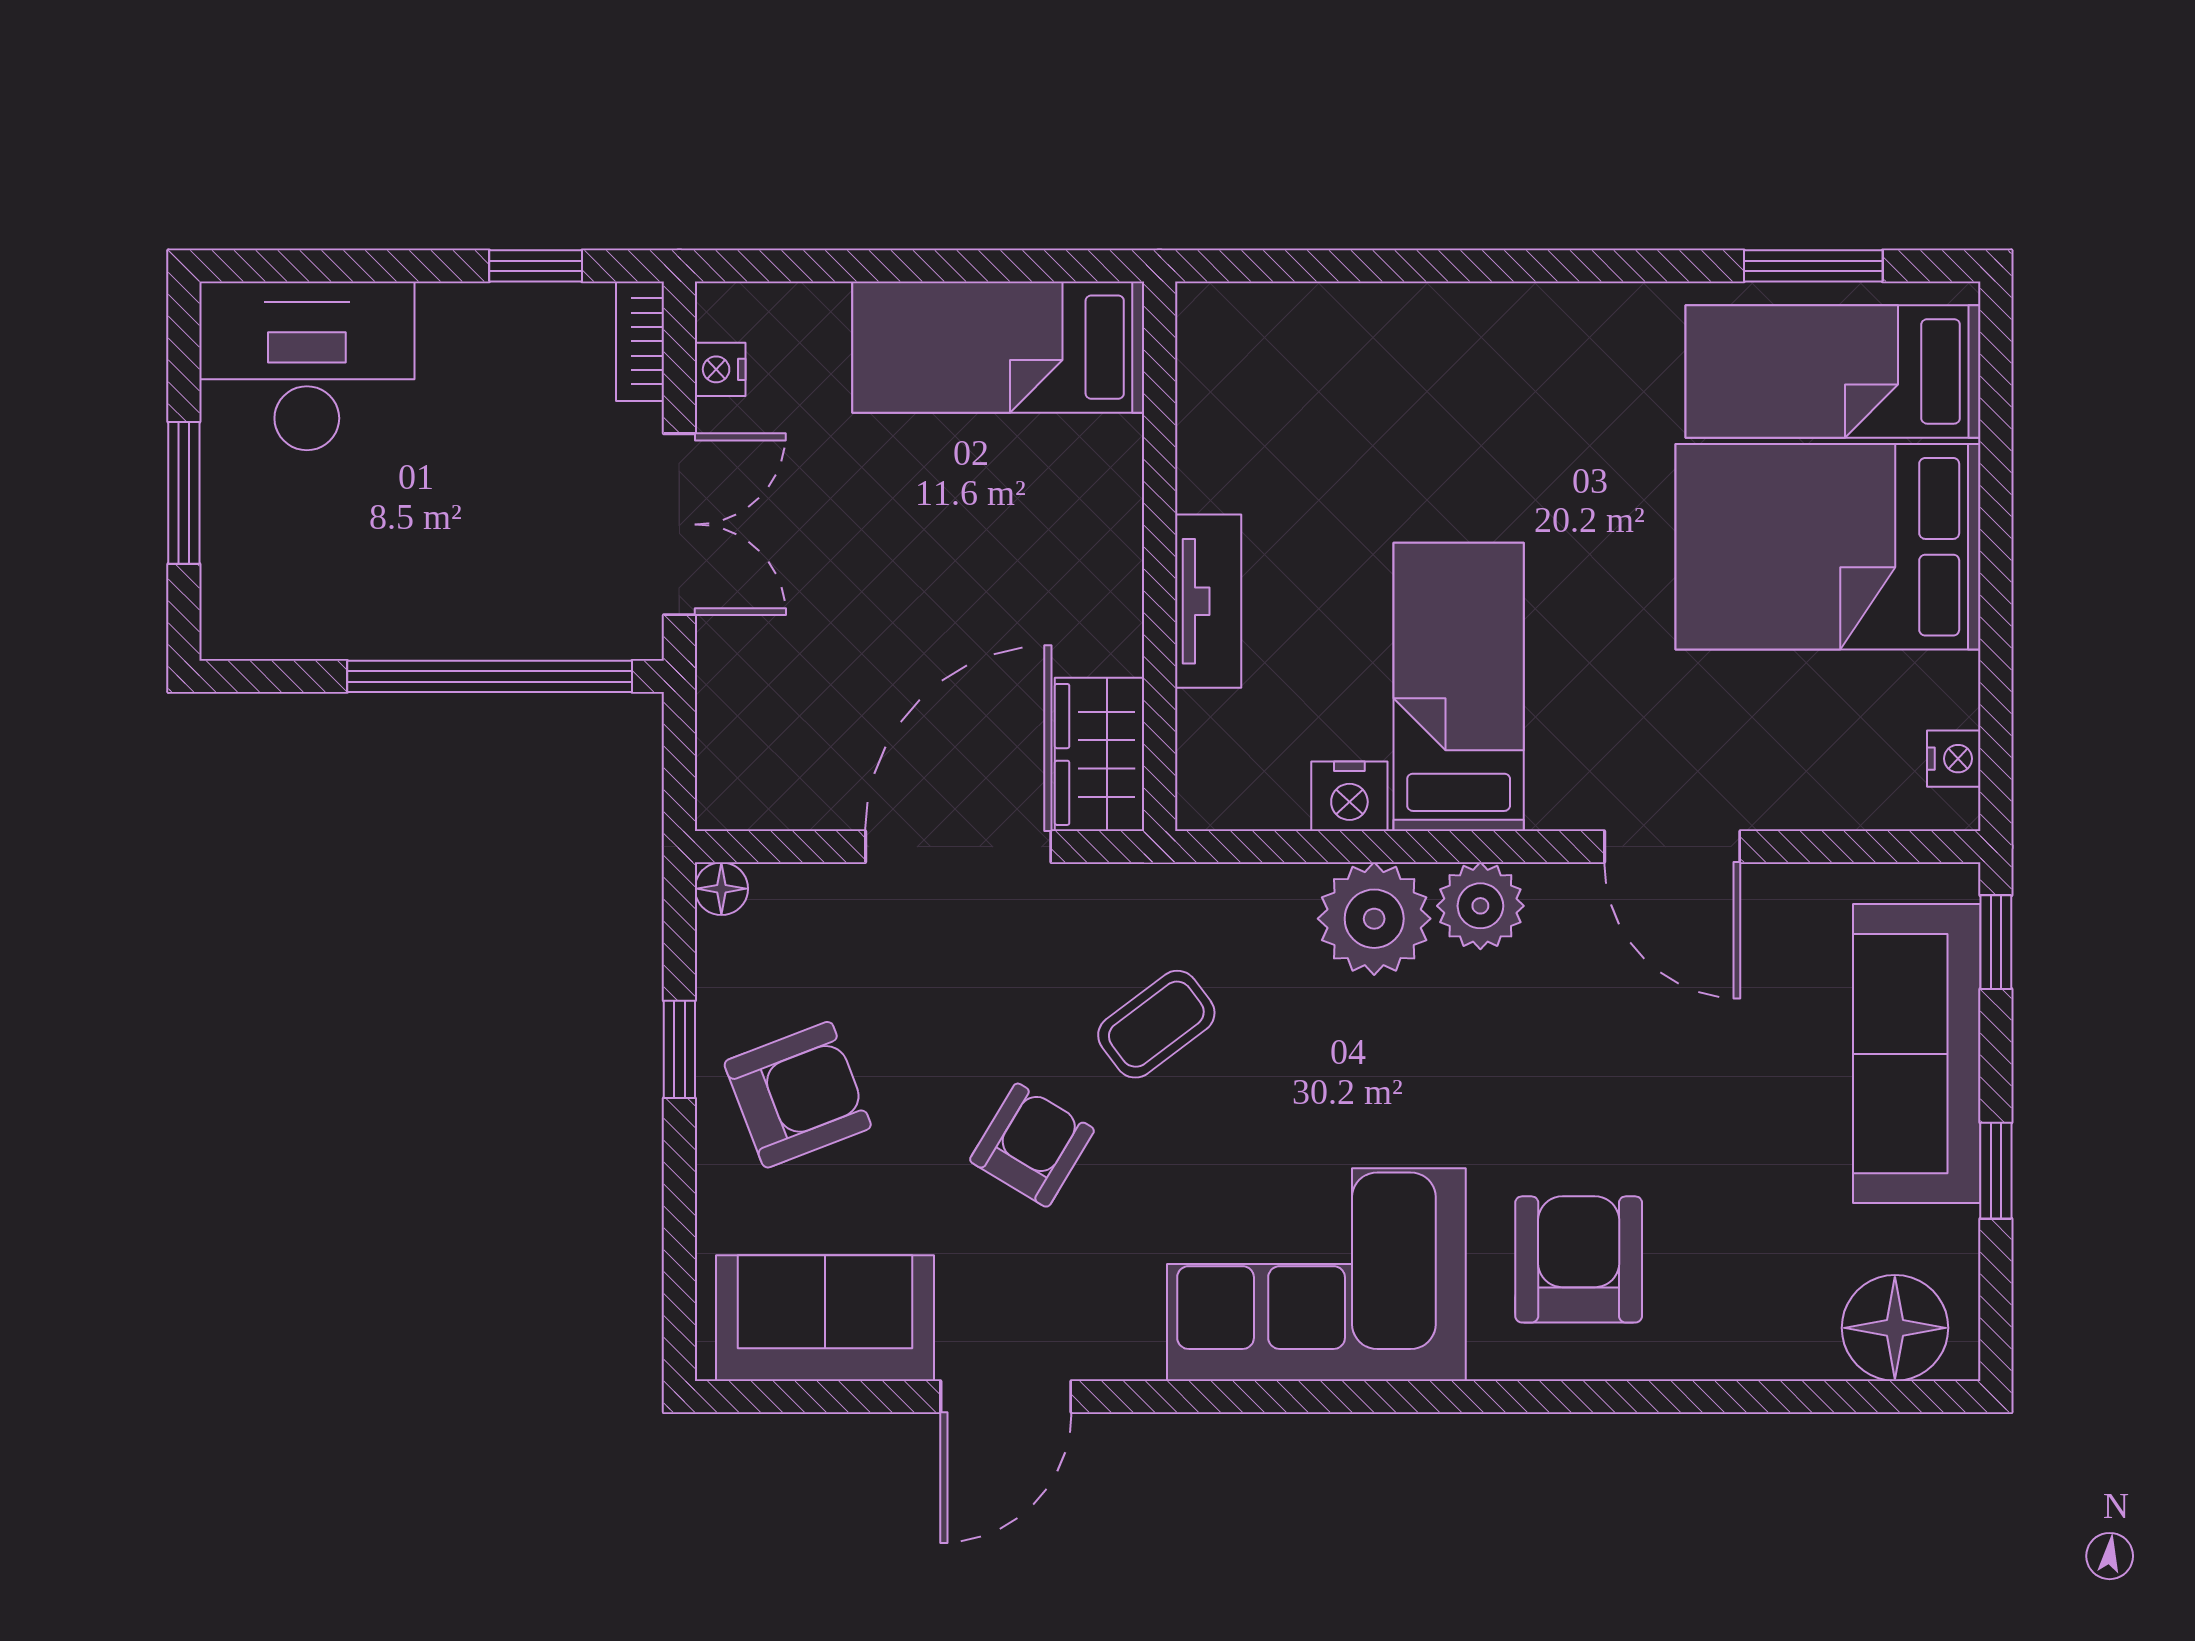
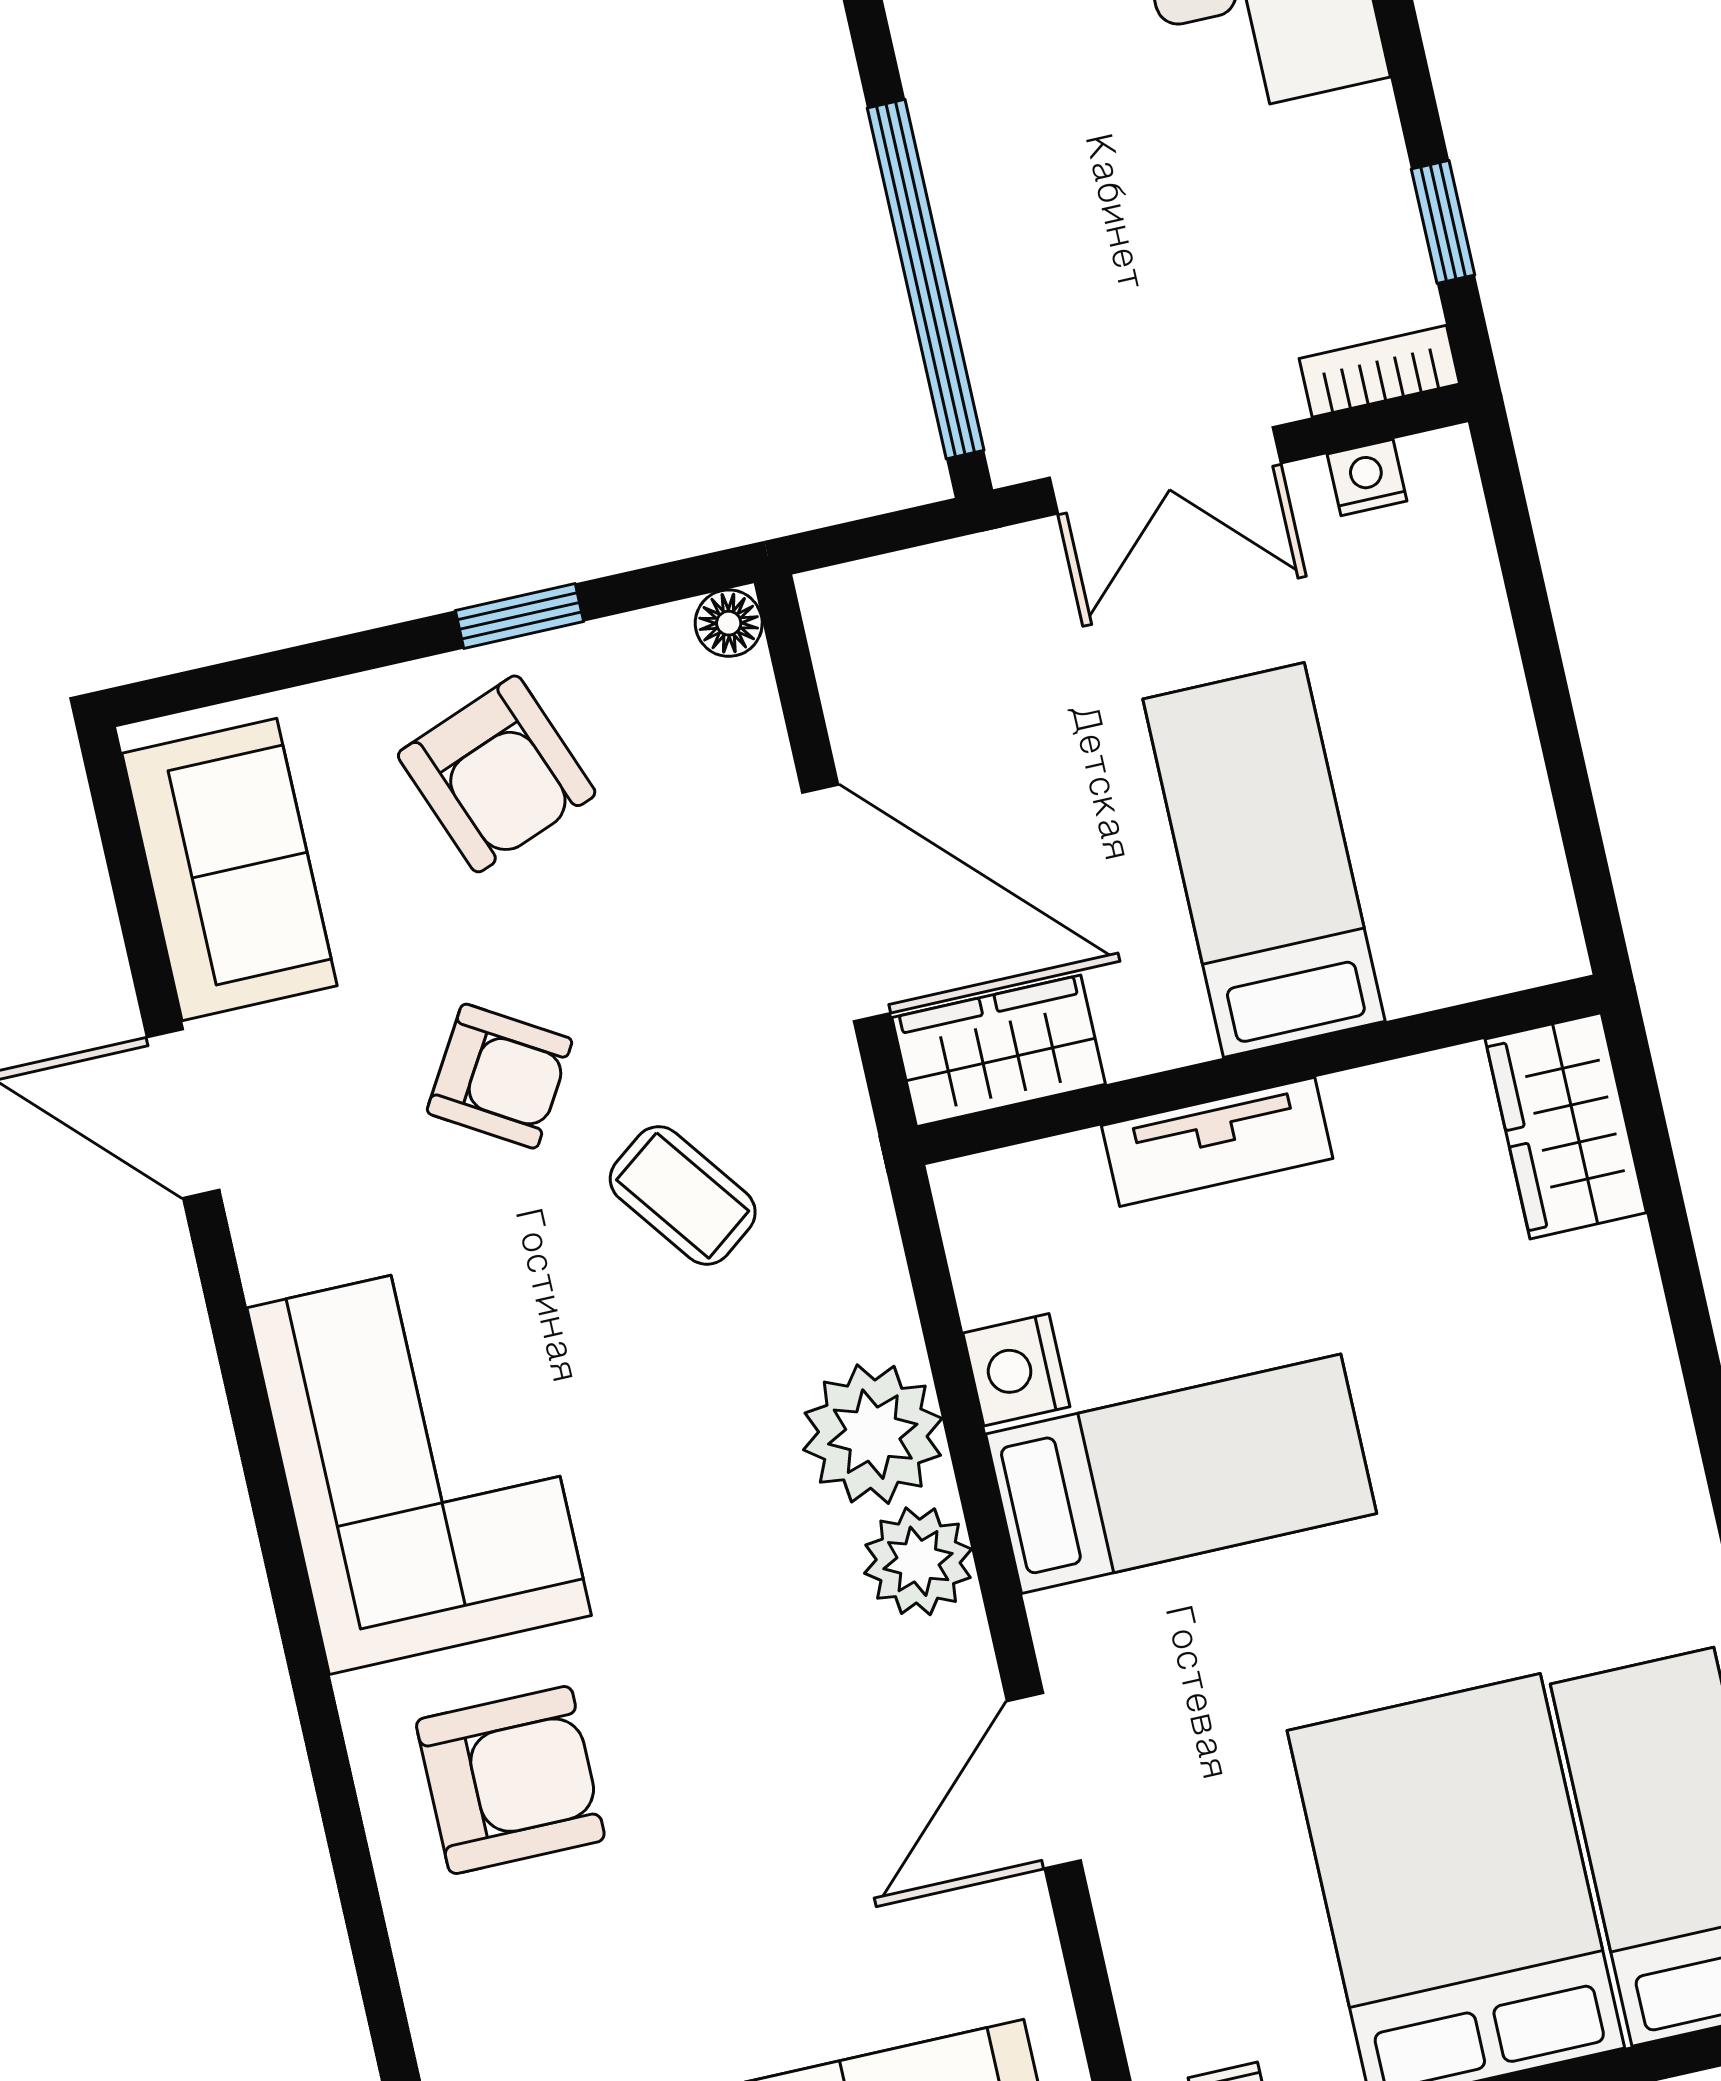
wardrobe: (1256, 329) -> (1566, 1126), added
bed: (998, 347) -> (1264, 860), moved

